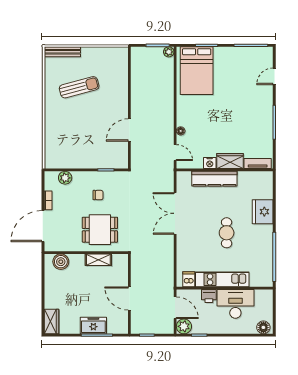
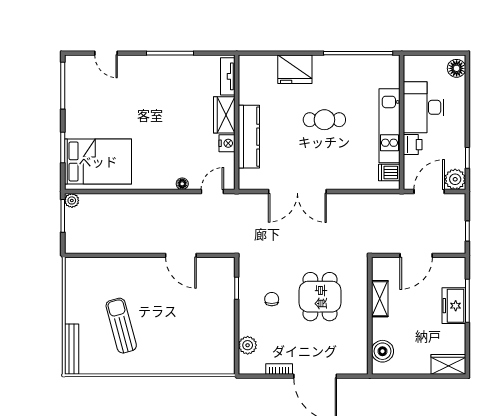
wall: (86, 253) -> (370, 316), moved
shelving: (98, 260) -> (380, 299), moved
boiler: (61, 262) -> (382, 351), moved

